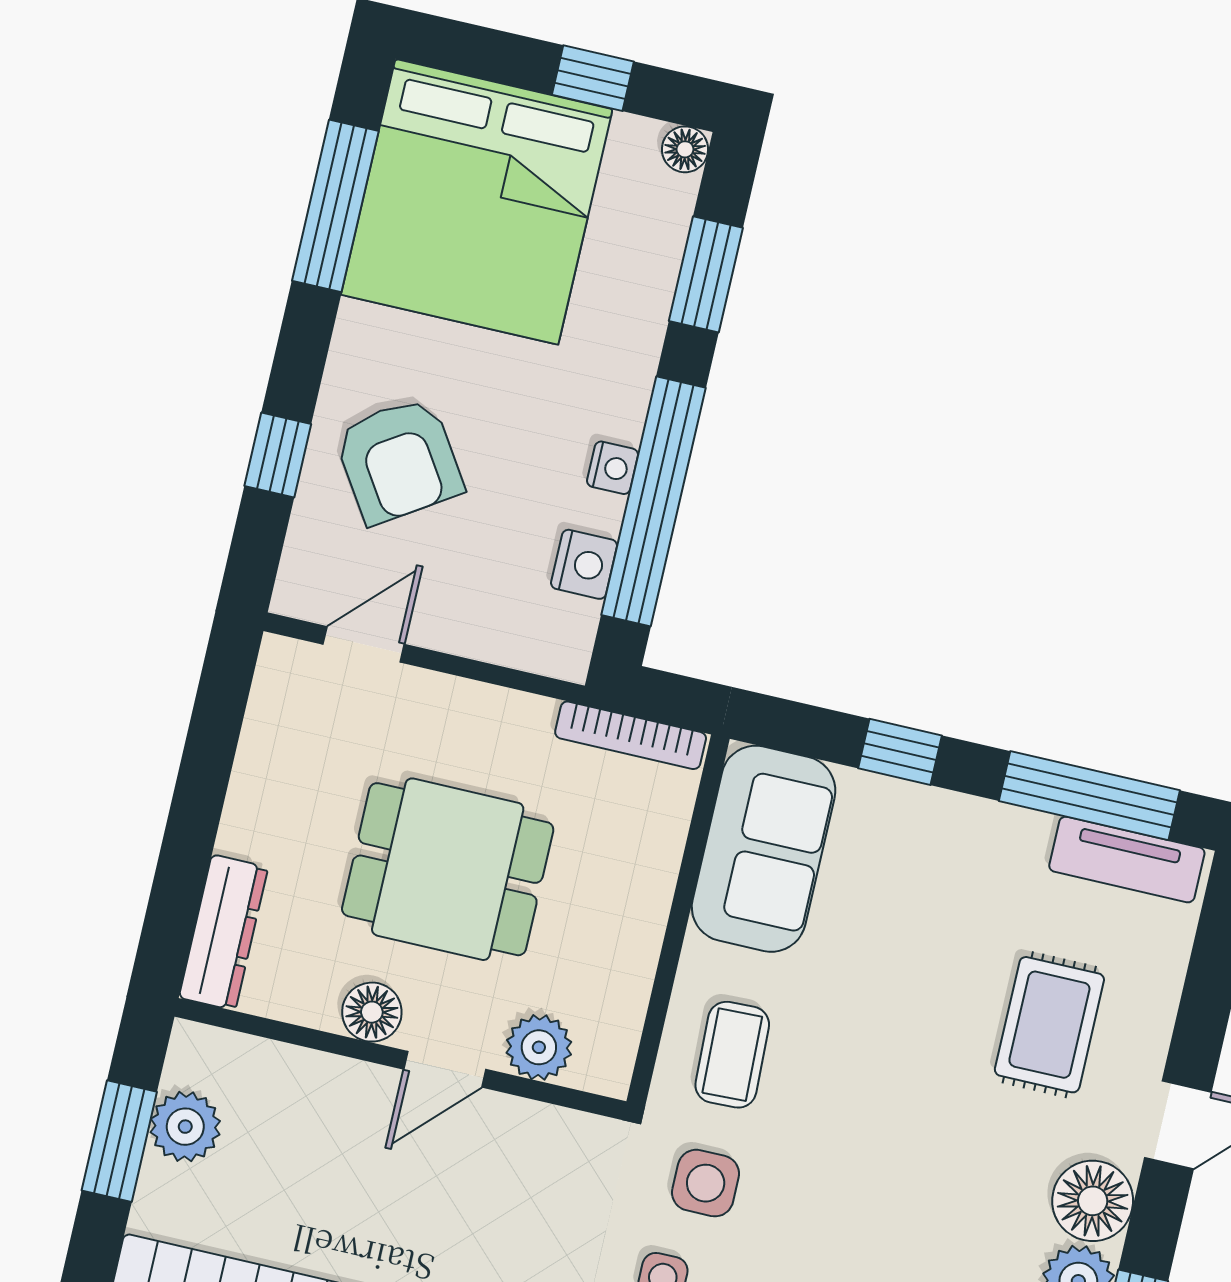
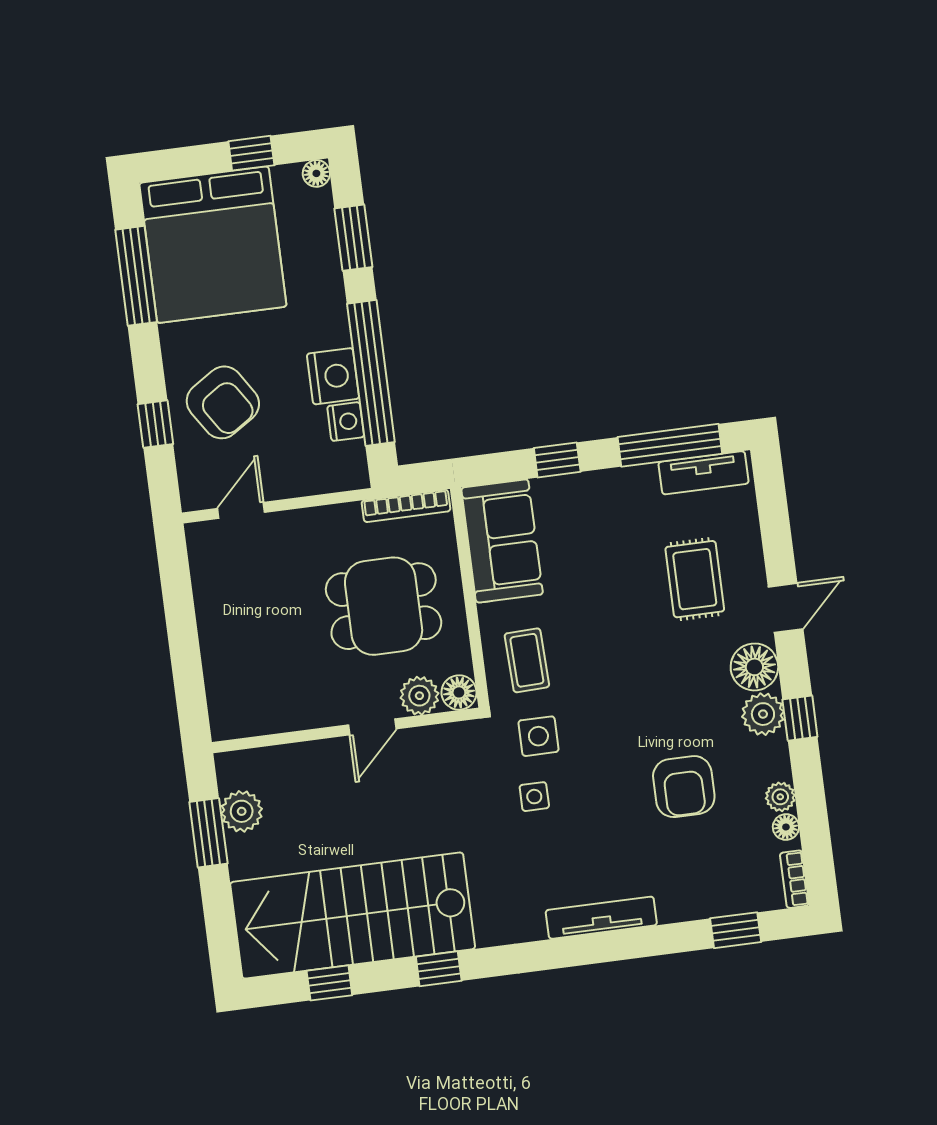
nightstand: (613, 468) -> (333, 376), width x1.89, depth x1.79
dining table: (448, 869) -> (384, 606), moved
dresser: (223, 932) -> (223, 697), removed
floor lamp: (372, 1012) -> (459, 692), moved

